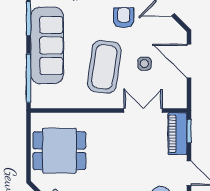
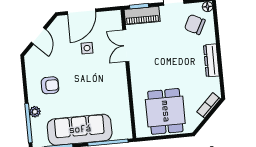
armchair: (124, 18) -> (50, 85), moved, turned 180
coffee table: (104, 67) -> (93, 81), removed

